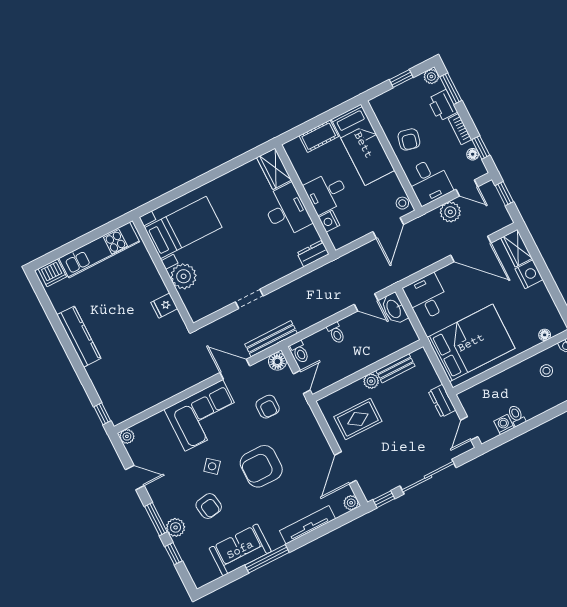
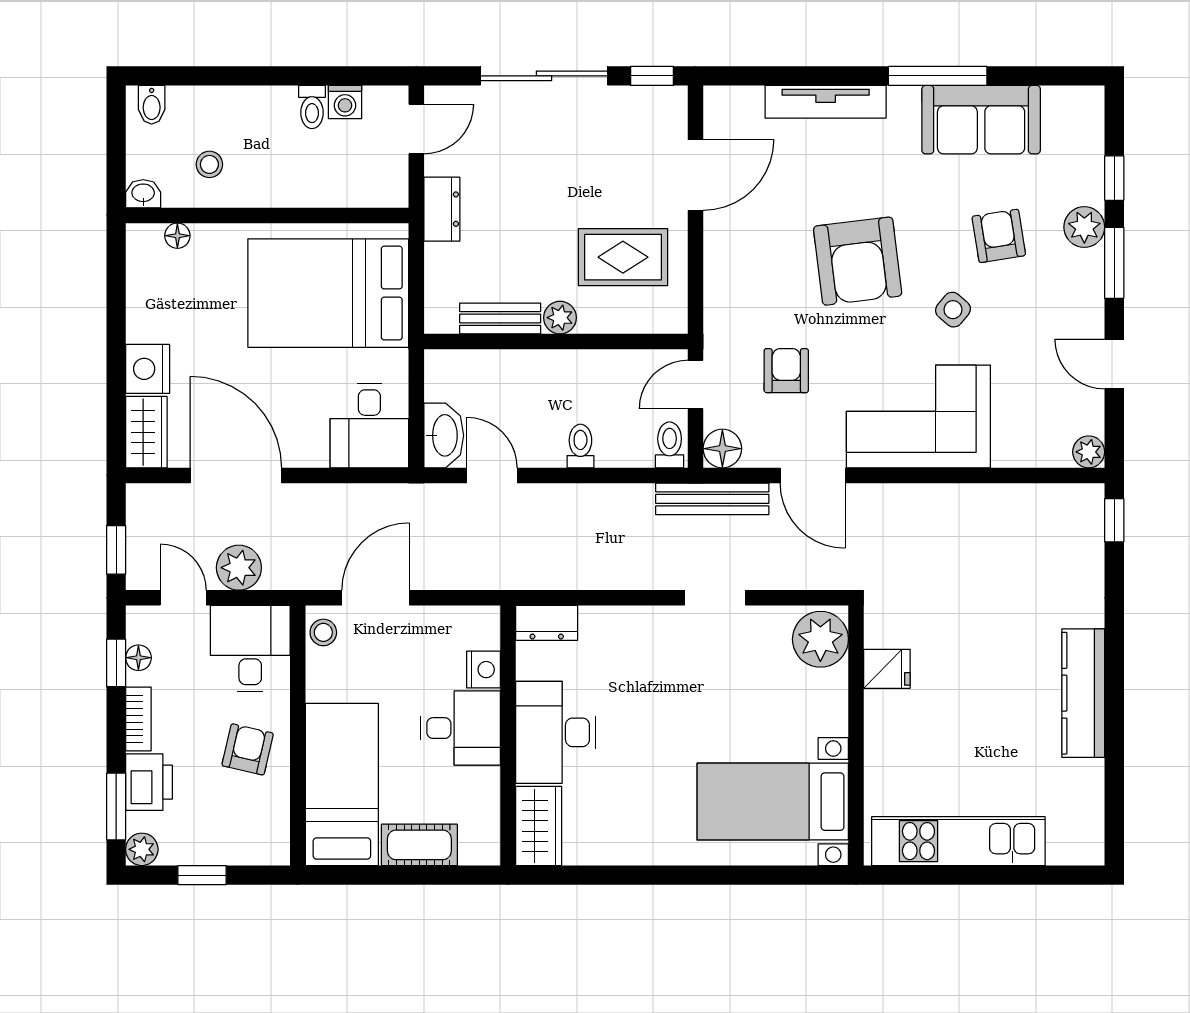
dishwasher: (52, 273) -> (1072, 843), removed
plant: (184, 276) -> (820, 639), moved
armchair: (261, 466) -> (858, 261), turned 83
plant: (351, 503) -> (719, 101), removed

